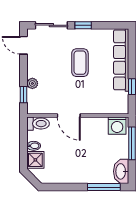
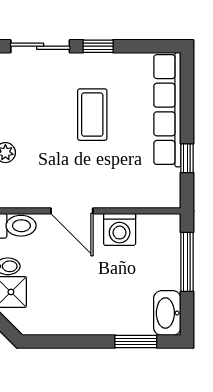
washing machine: (117, 126) -> (120, 229), moved
window: (104, 187) -> (136, 341), width x0.69

